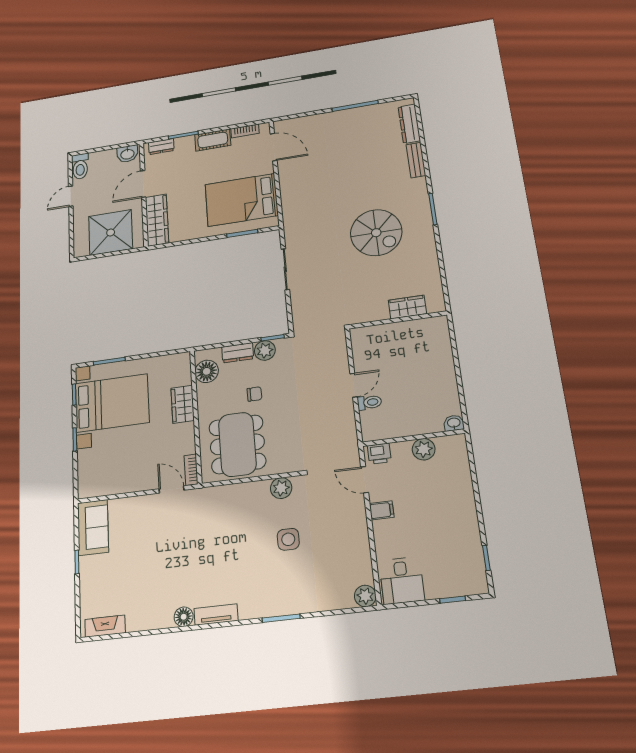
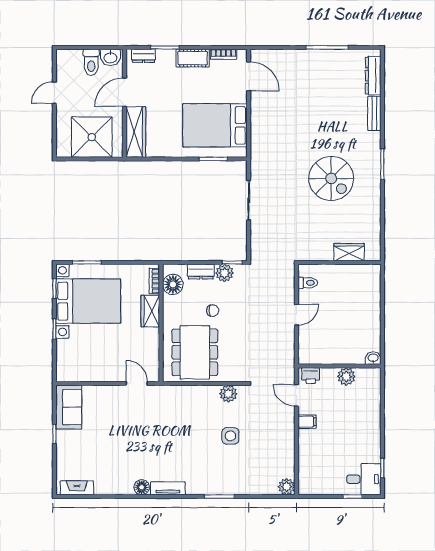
toilet: (80, 166) -> (91, 62), moved
toilet: (369, 402) -> (308, 283), moved
bookcase: (191, 470) -> (154, 281), moved
desk: (402, 581) -> (364, 479), moved, turned -90

